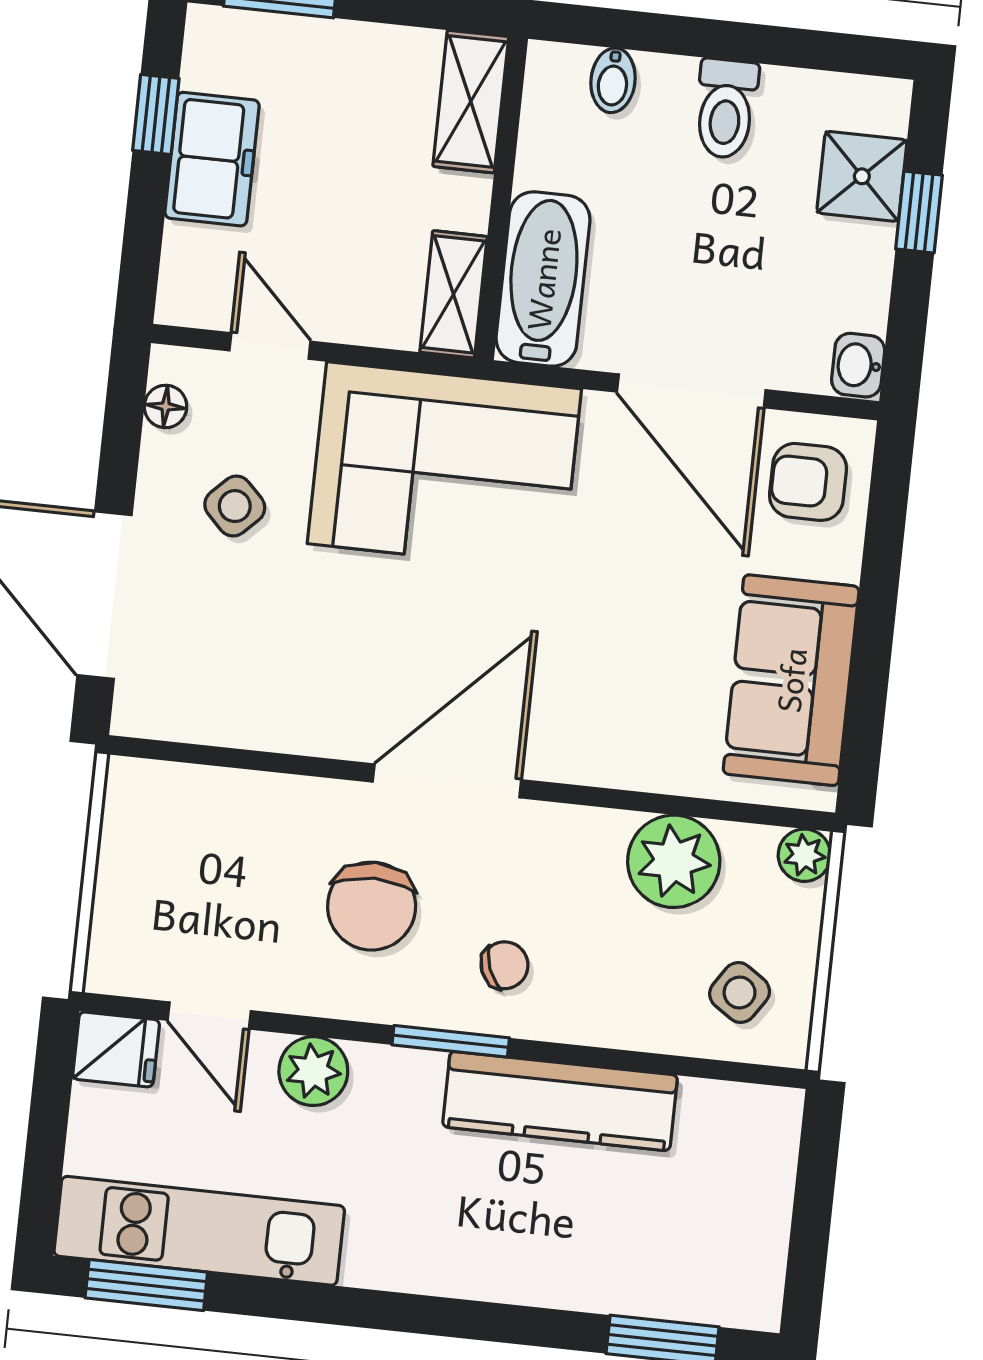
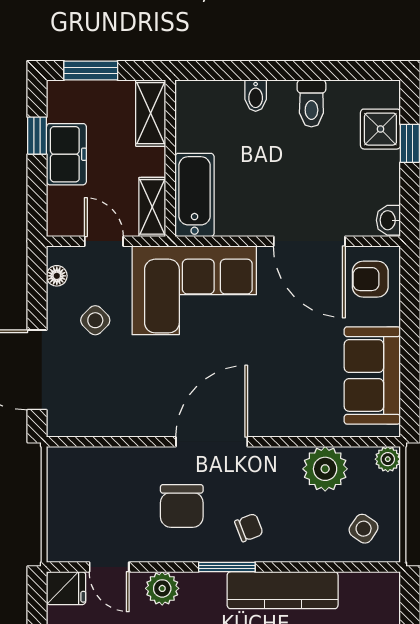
shelving: (471, 102) -> (151, 113), moved
wall: (501, 198) -> (170, 158), moved
bathtub: (543, 279) -> (195, 195), moved
shelving: (454, 294) -> (152, 207), moved

